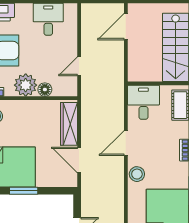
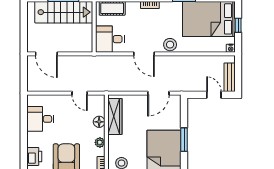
plant: (26, 85) -> (100, 142), width x0.53, depth x0.53
wardrobe: (69, 124) -> (115, 116), moved, turned -90

